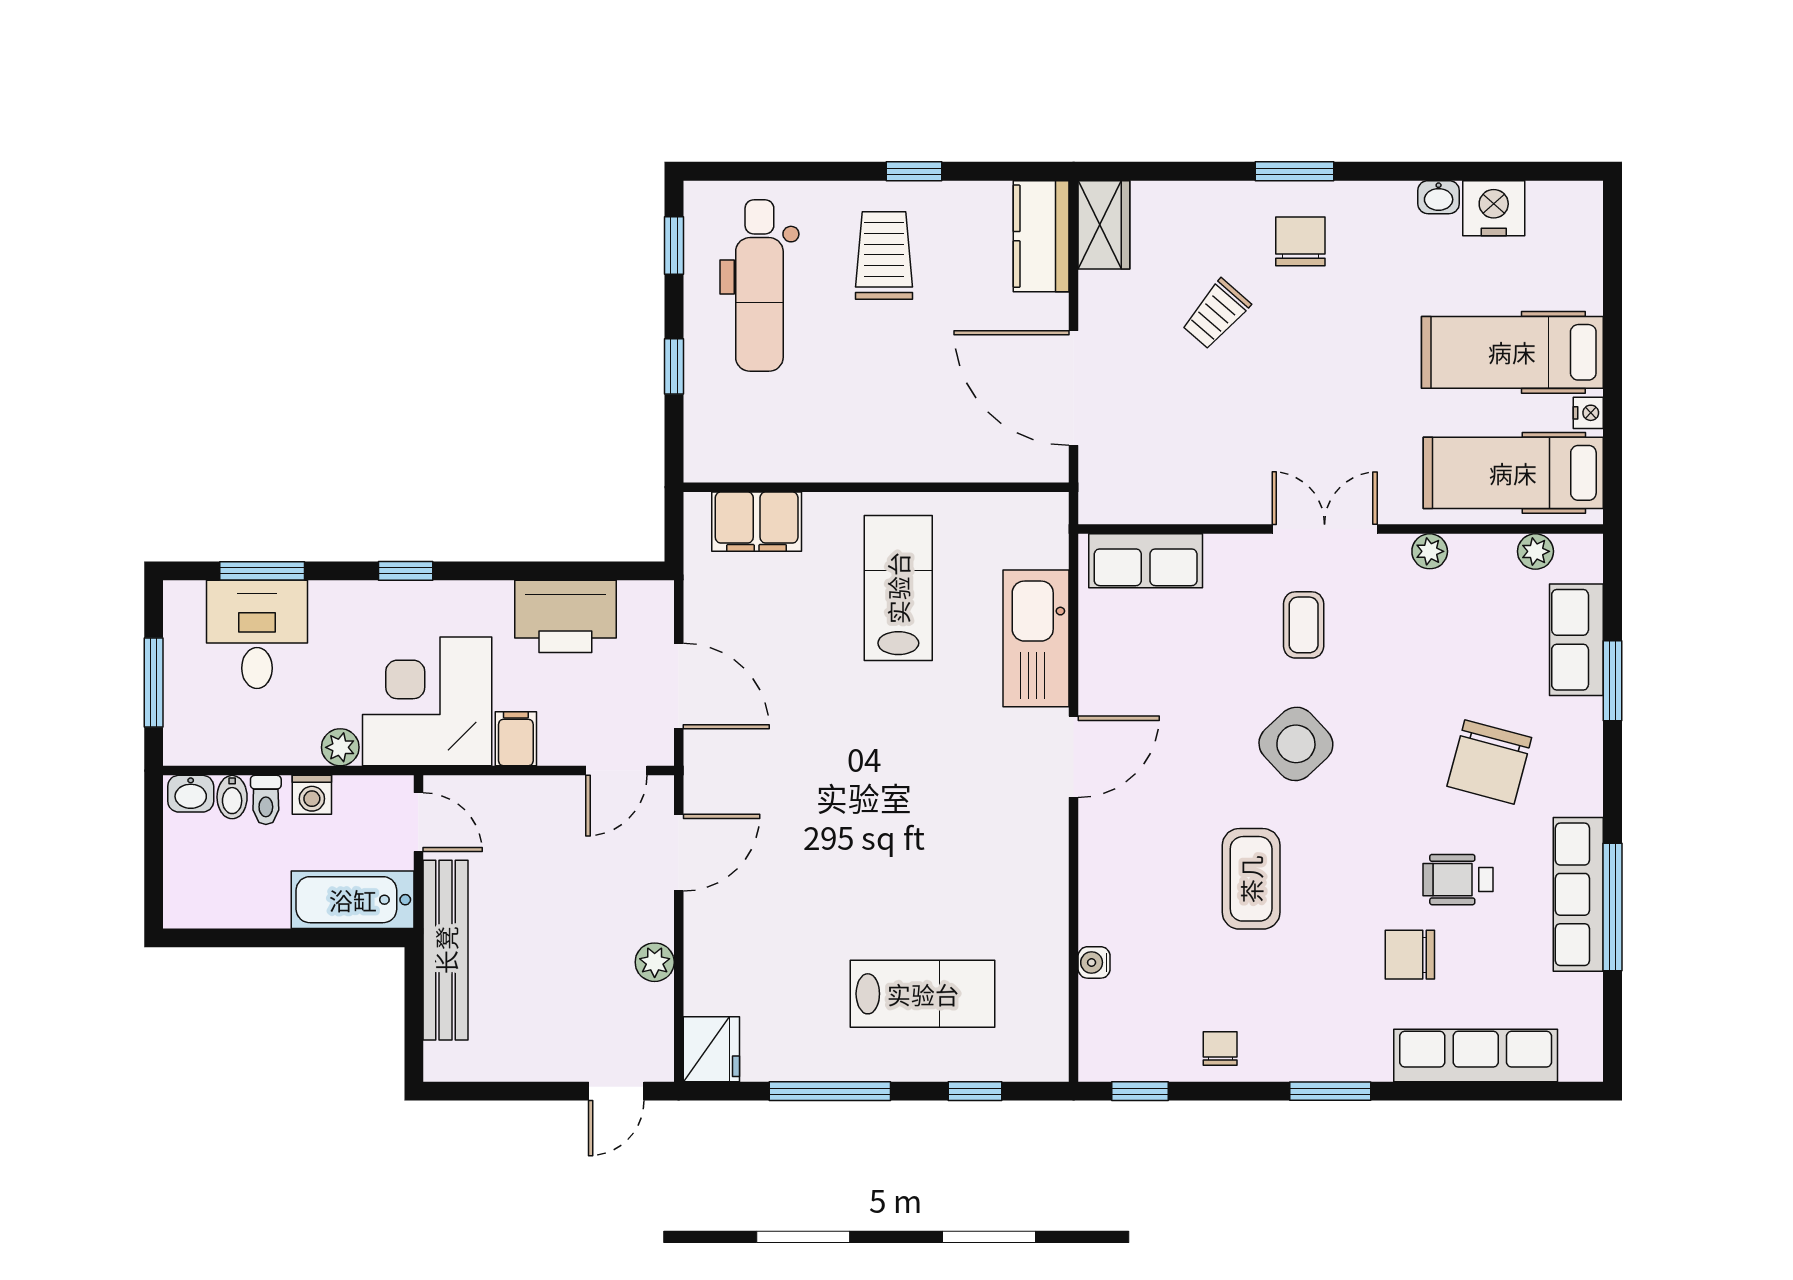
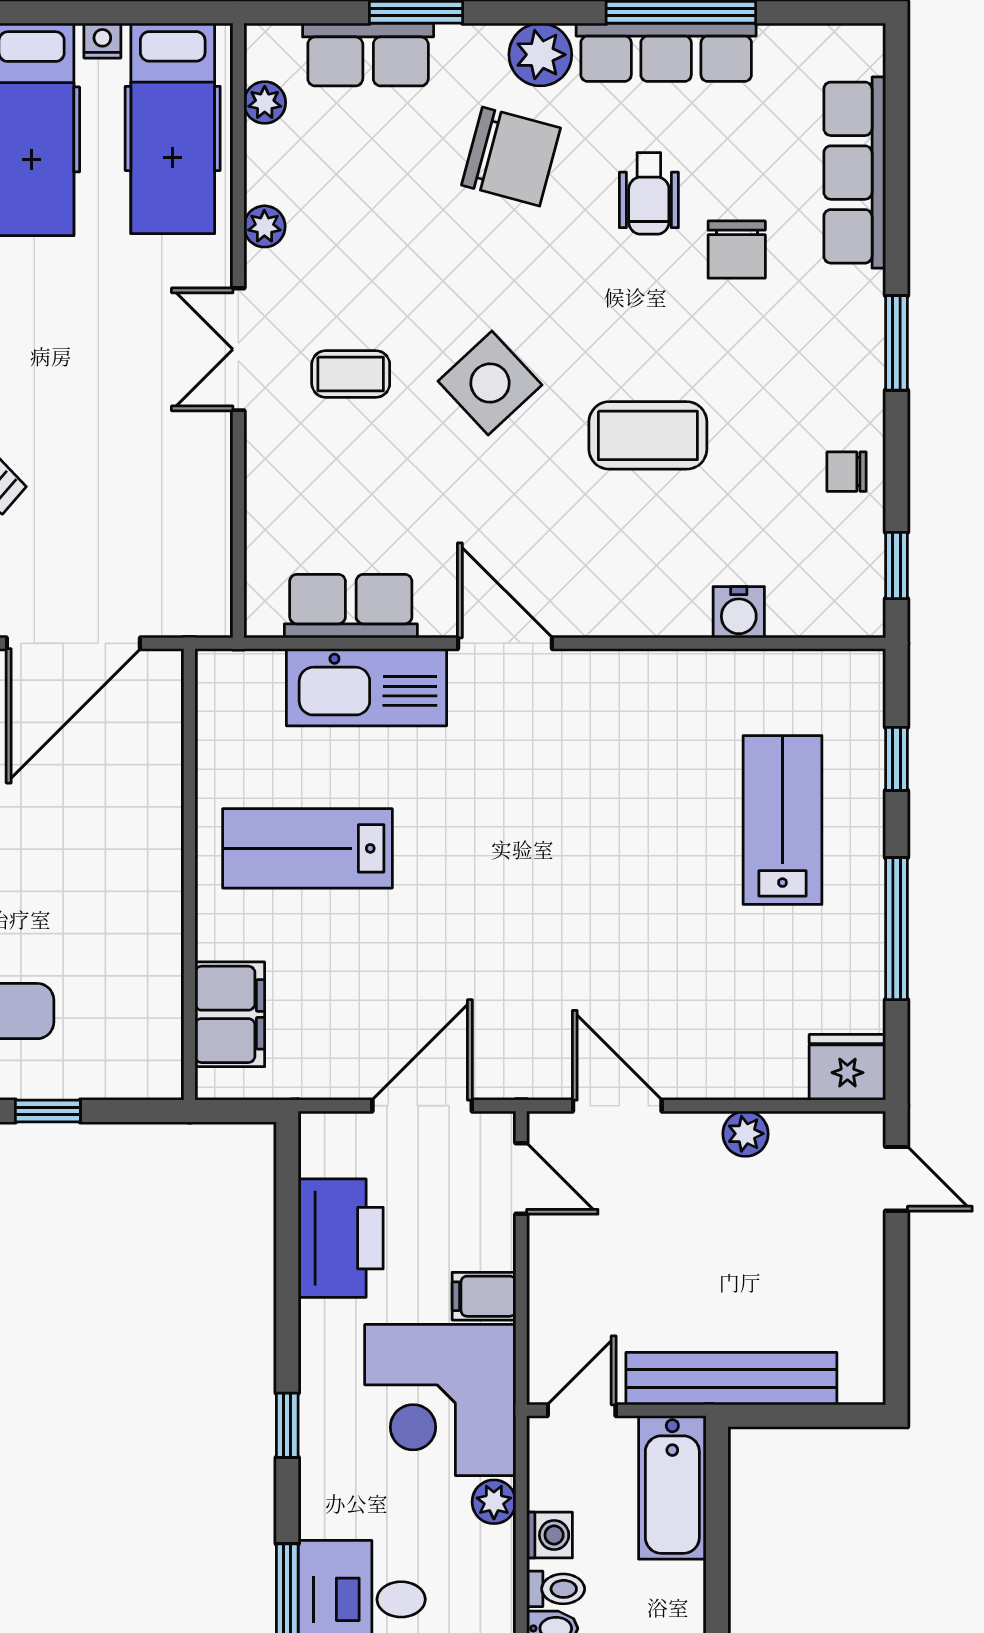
row of seats: (1146, 561) -> (351, 606), moved, turned -90
plant: (1576, 787) -> (540, 55), added
water cooler: (1094, 962) -> (739, 612), width x1.38, depth x1.38

